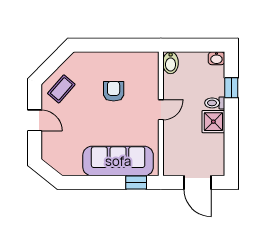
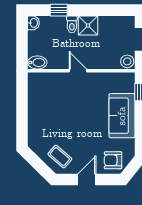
armchair: (114, 91) -> (113, 160), moved
sofa: (118, 161) -> (122, 116), width x0.73
stool: (172, 167) -> (127, 61), added

